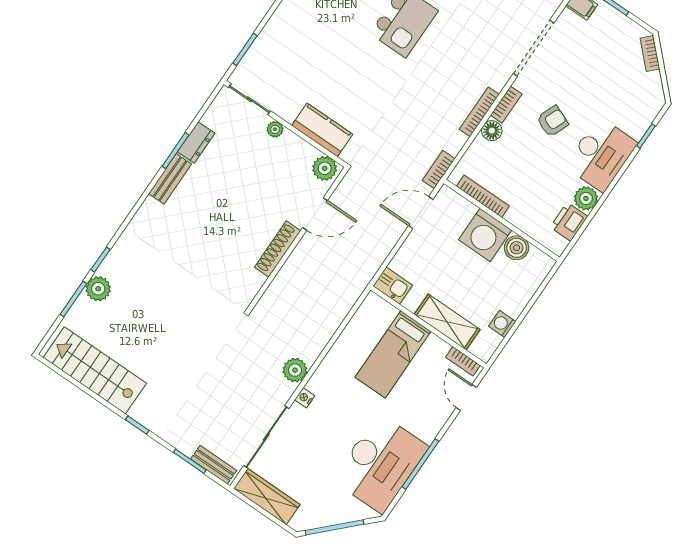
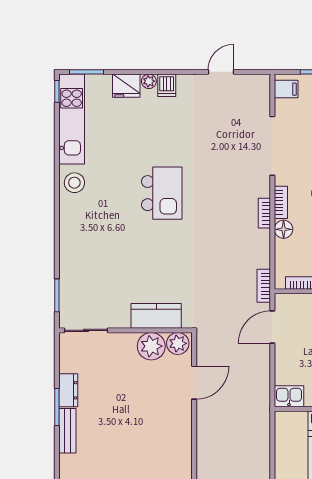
bookcase: (479, 112) -> (264, 213), width x0.64
plant: (275, 129) -> (151, 346), moved, width x1.87, depth x1.87
shoe rack: (278, 249) -> (184, 428), removed

